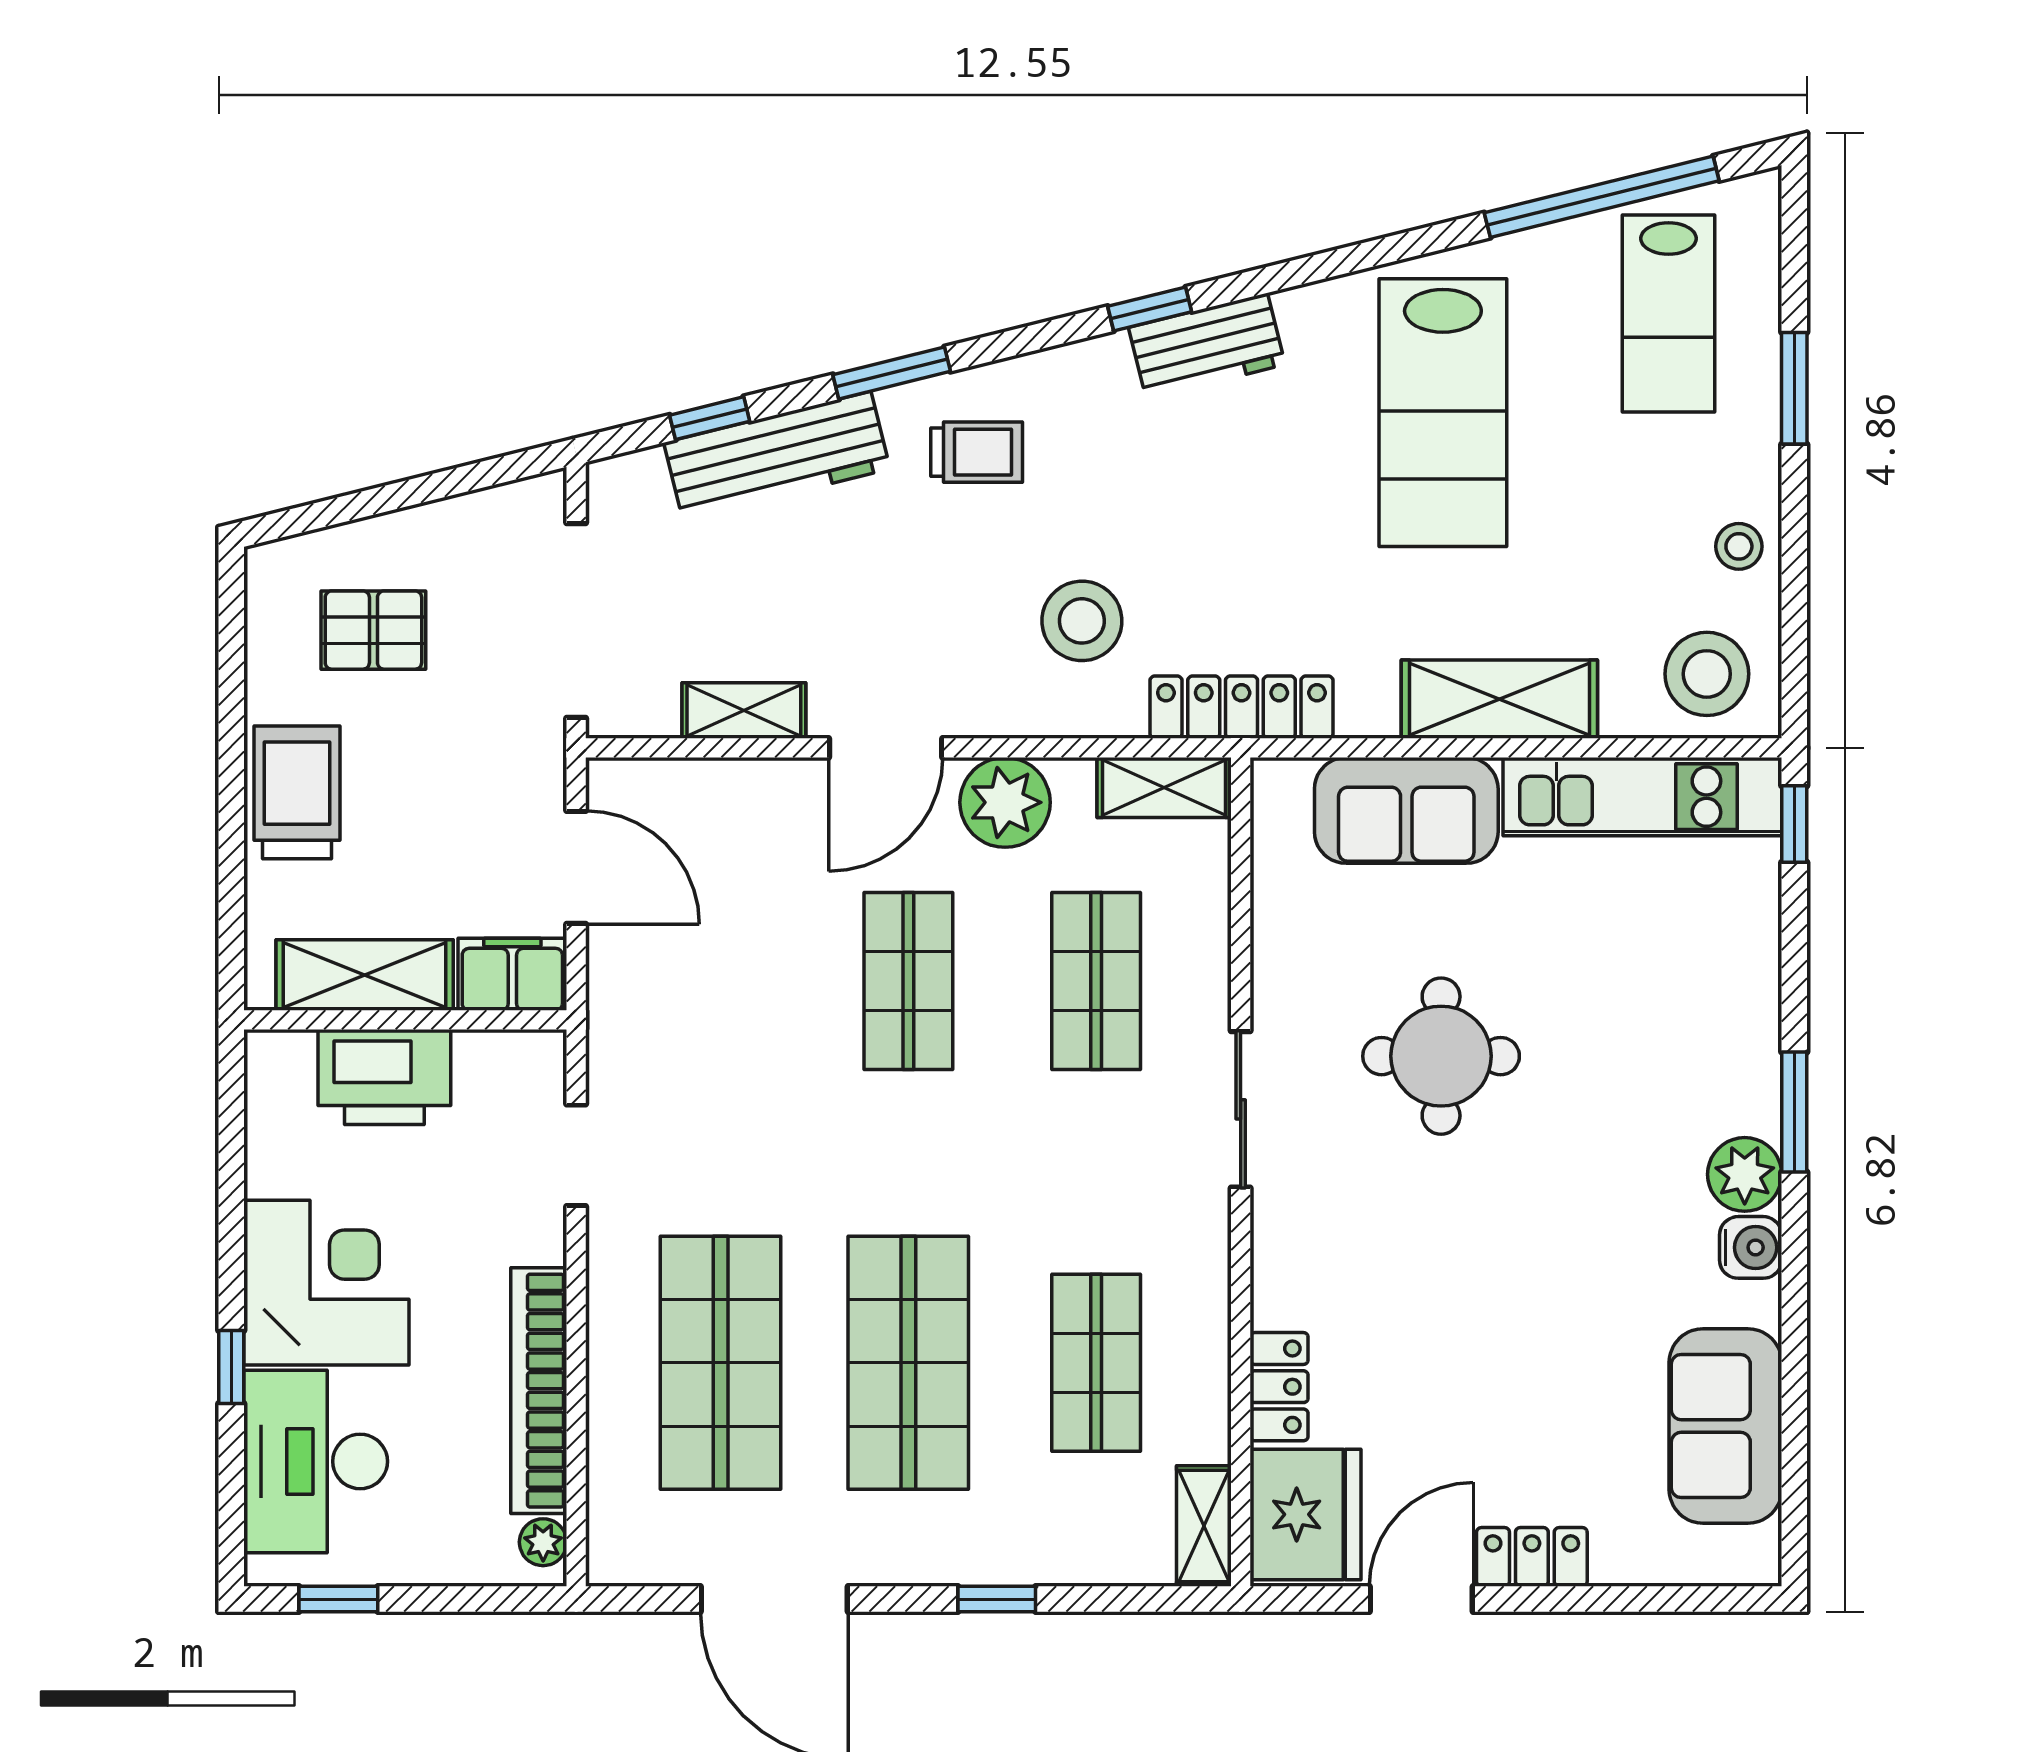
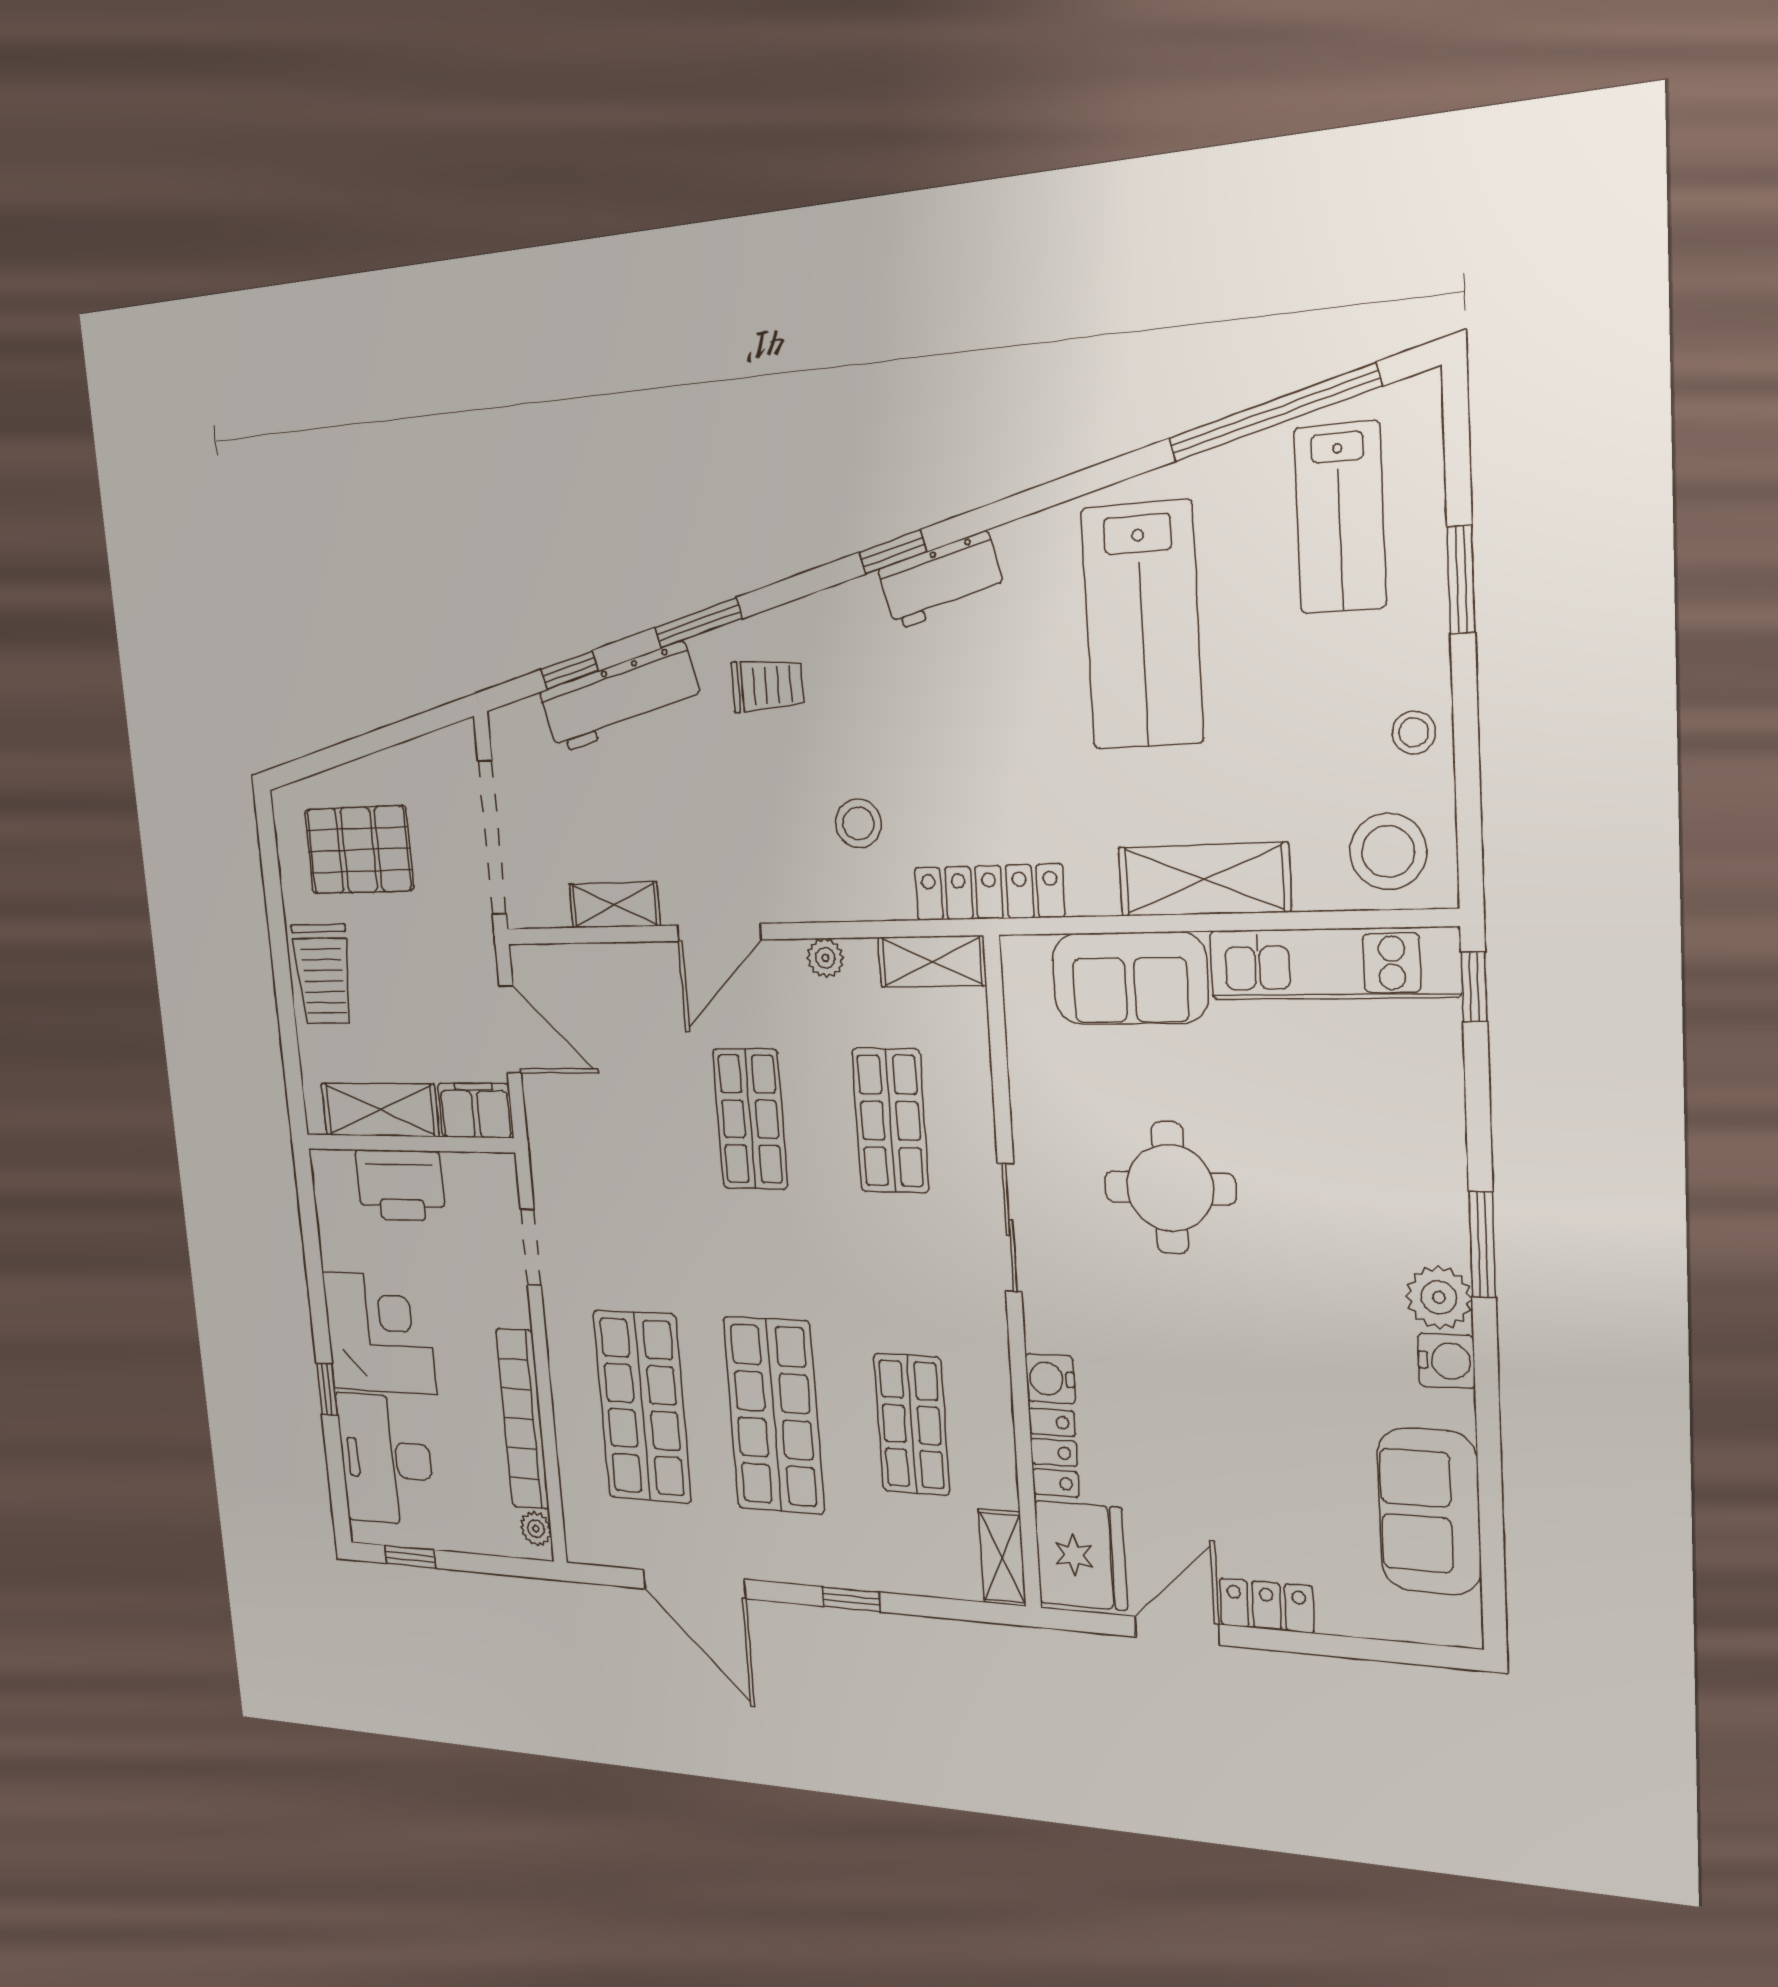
stool: (1082, 621) -> (858, 823), width x0.73, depth x0.73
pallet: (373, 630) -> (359, 850), width x1.50, depth x1.42
trolley: (297, 792) -> (323, 974), turned 180
plant: (1005, 802) -> (825, 958), width x0.53, depth x0.53
water cooler: (1280, 1294) -> (1050, 1379), added

